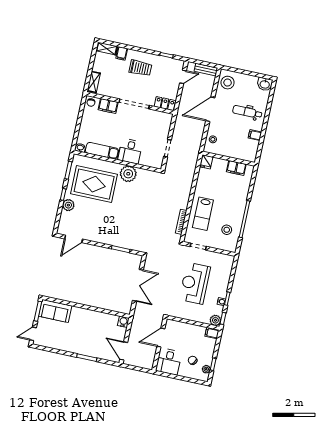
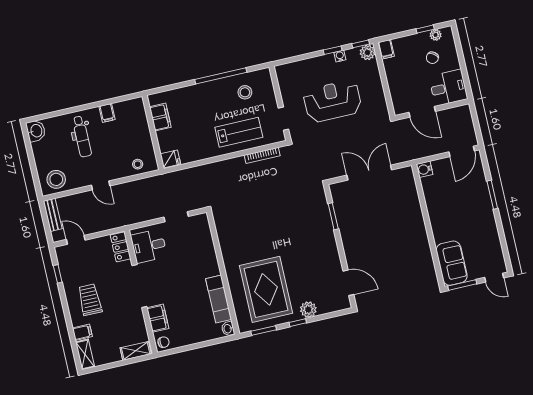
door: (210, 109) -> (101, 185), width x0.53
desk: (130, 151) -> (149, 246), moved, turned 180
plant: (128, 174) -> (232, 252), removed
reception desk: (195, 283) -> (332, 101), turned 180

